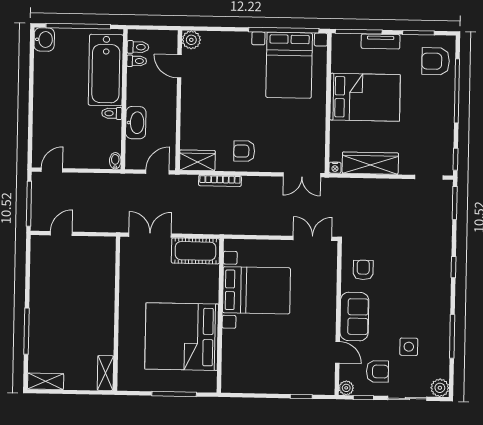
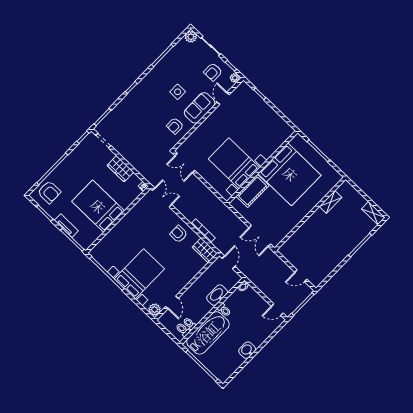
washbasin: (44, 39) -> (247, 350), moved
bed with nightstands: (289, 65) -> (139, 274), moved
armchair: (244, 151) -> (179, 234), turned 180
wardrobe: (370, 163) -> (120, 169), width x0.67
door: (157, 172) -> (229, 262), swing flipped
cot: (196, 251) -> (252, 191), moved, turned 90
side table: (409, 347) -> (178, 92), moved
armchair: (377, 371) -> (213, 72), turned -90
shelving: (105, 373) -> (331, 202), moved

